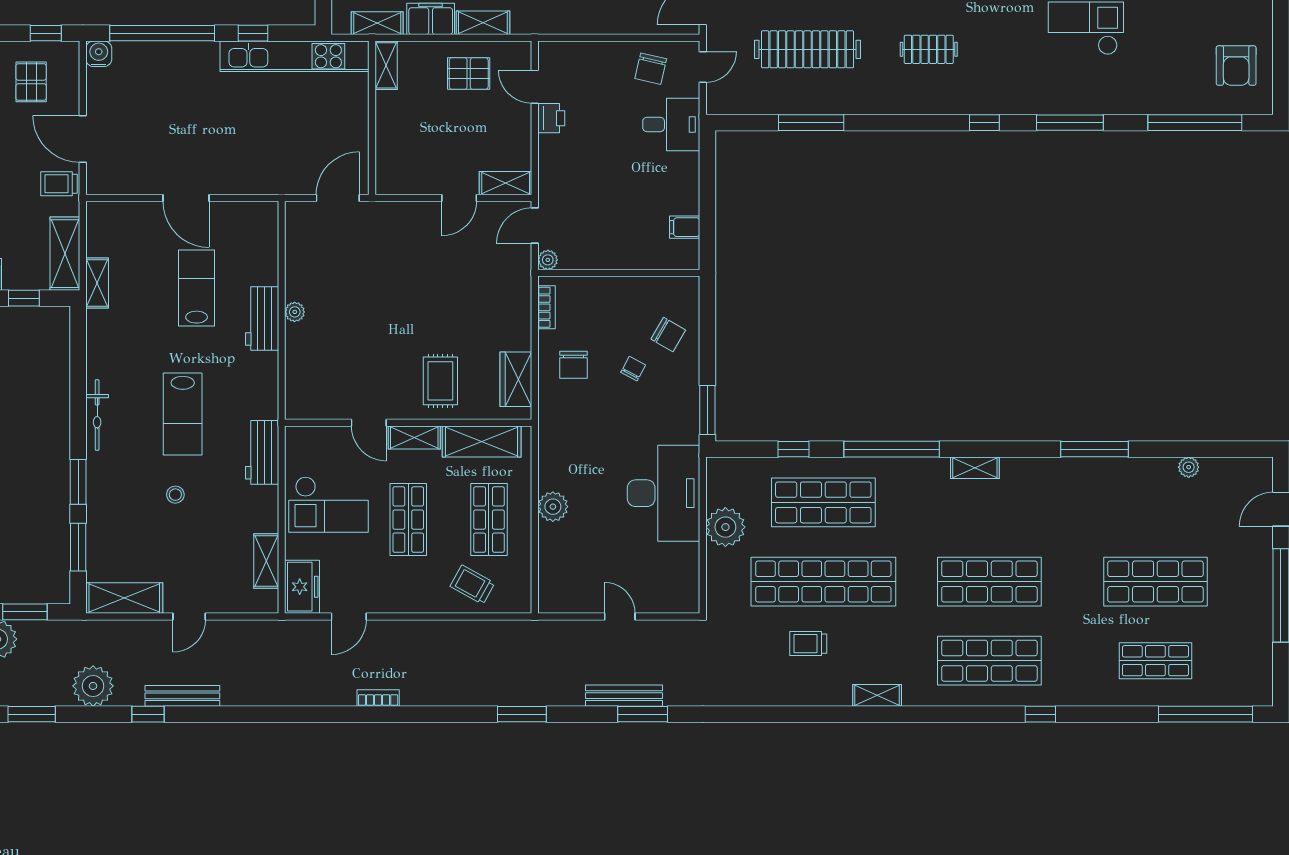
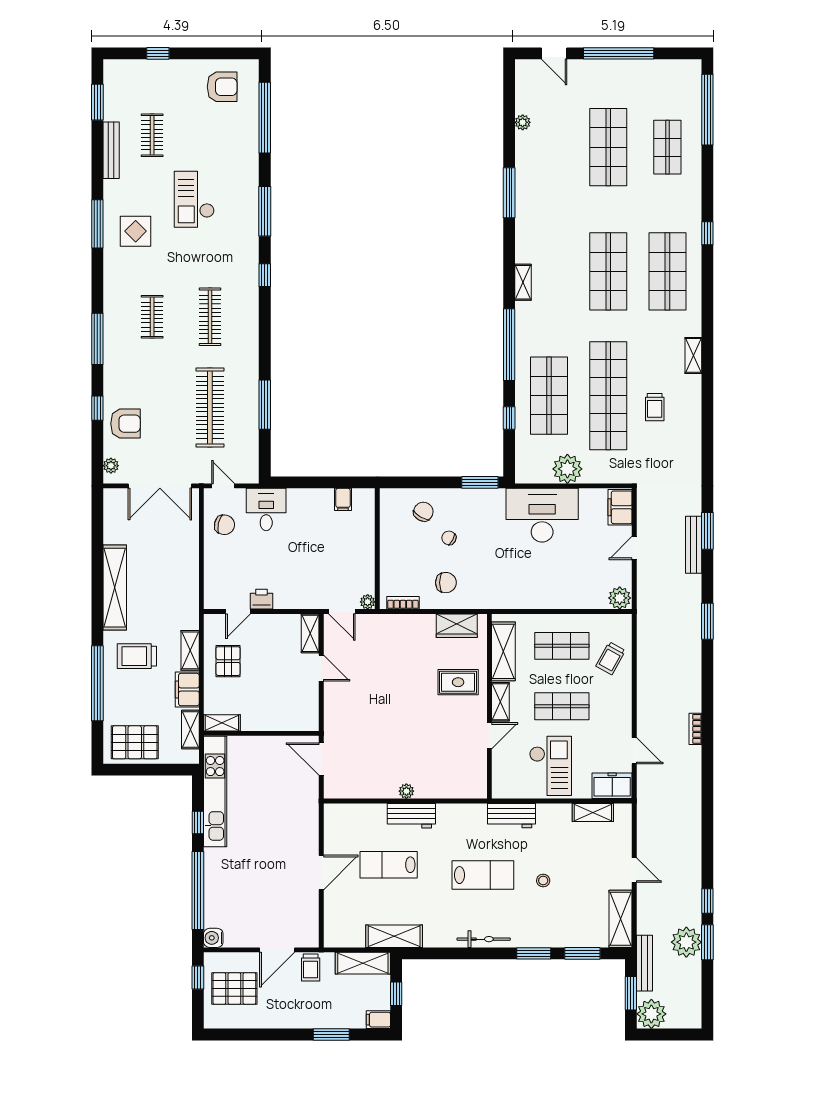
clothes rail: (929, 49) -> (210, 317), width x1.36
pallet: (31, 82) -> (234, 988), width x1.50, depth x1.42
shelving: (97, 283) -> (394, 936), width x1.50, depth x1.33
plant: (553, 507) -> (620, 598), moved
filing cabinet: (674, 597) -> (620, 507), added
bench: (182, 696) -> (644, 963), moved
window: (32, 714) -> (707, 942), moved

